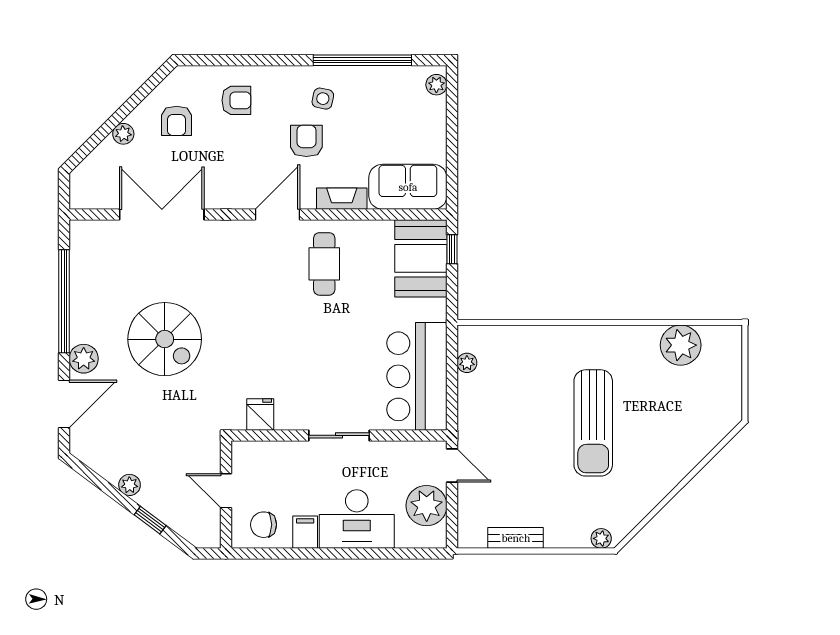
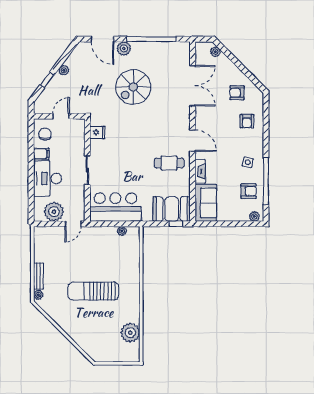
plant: (123, 134) -> (215, 52), moved
armchair: (306, 141) -> (249, 191), moved
bench: (516, 538) -> (39, 276), moved

